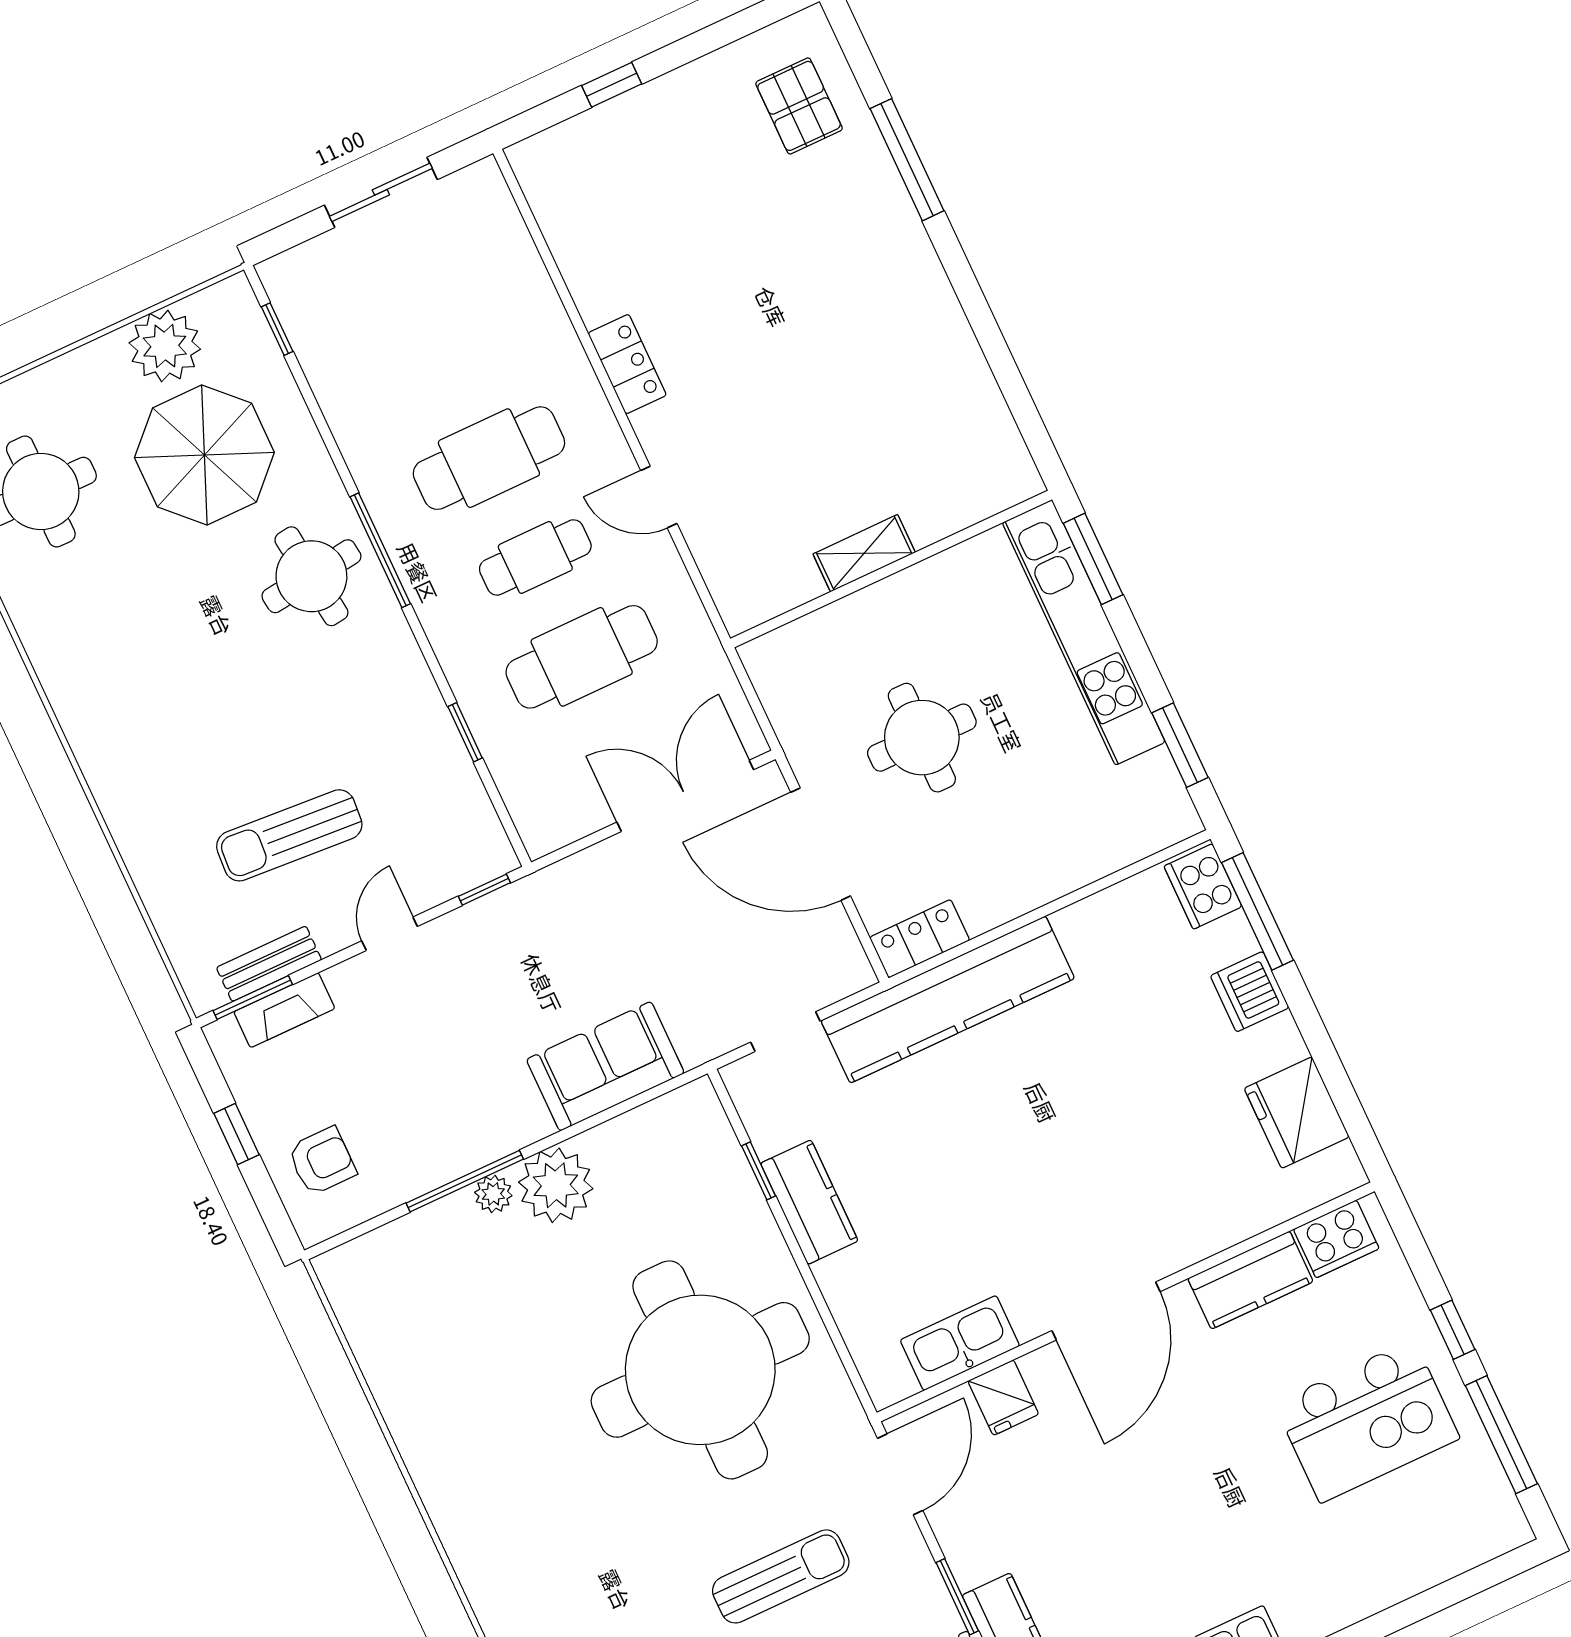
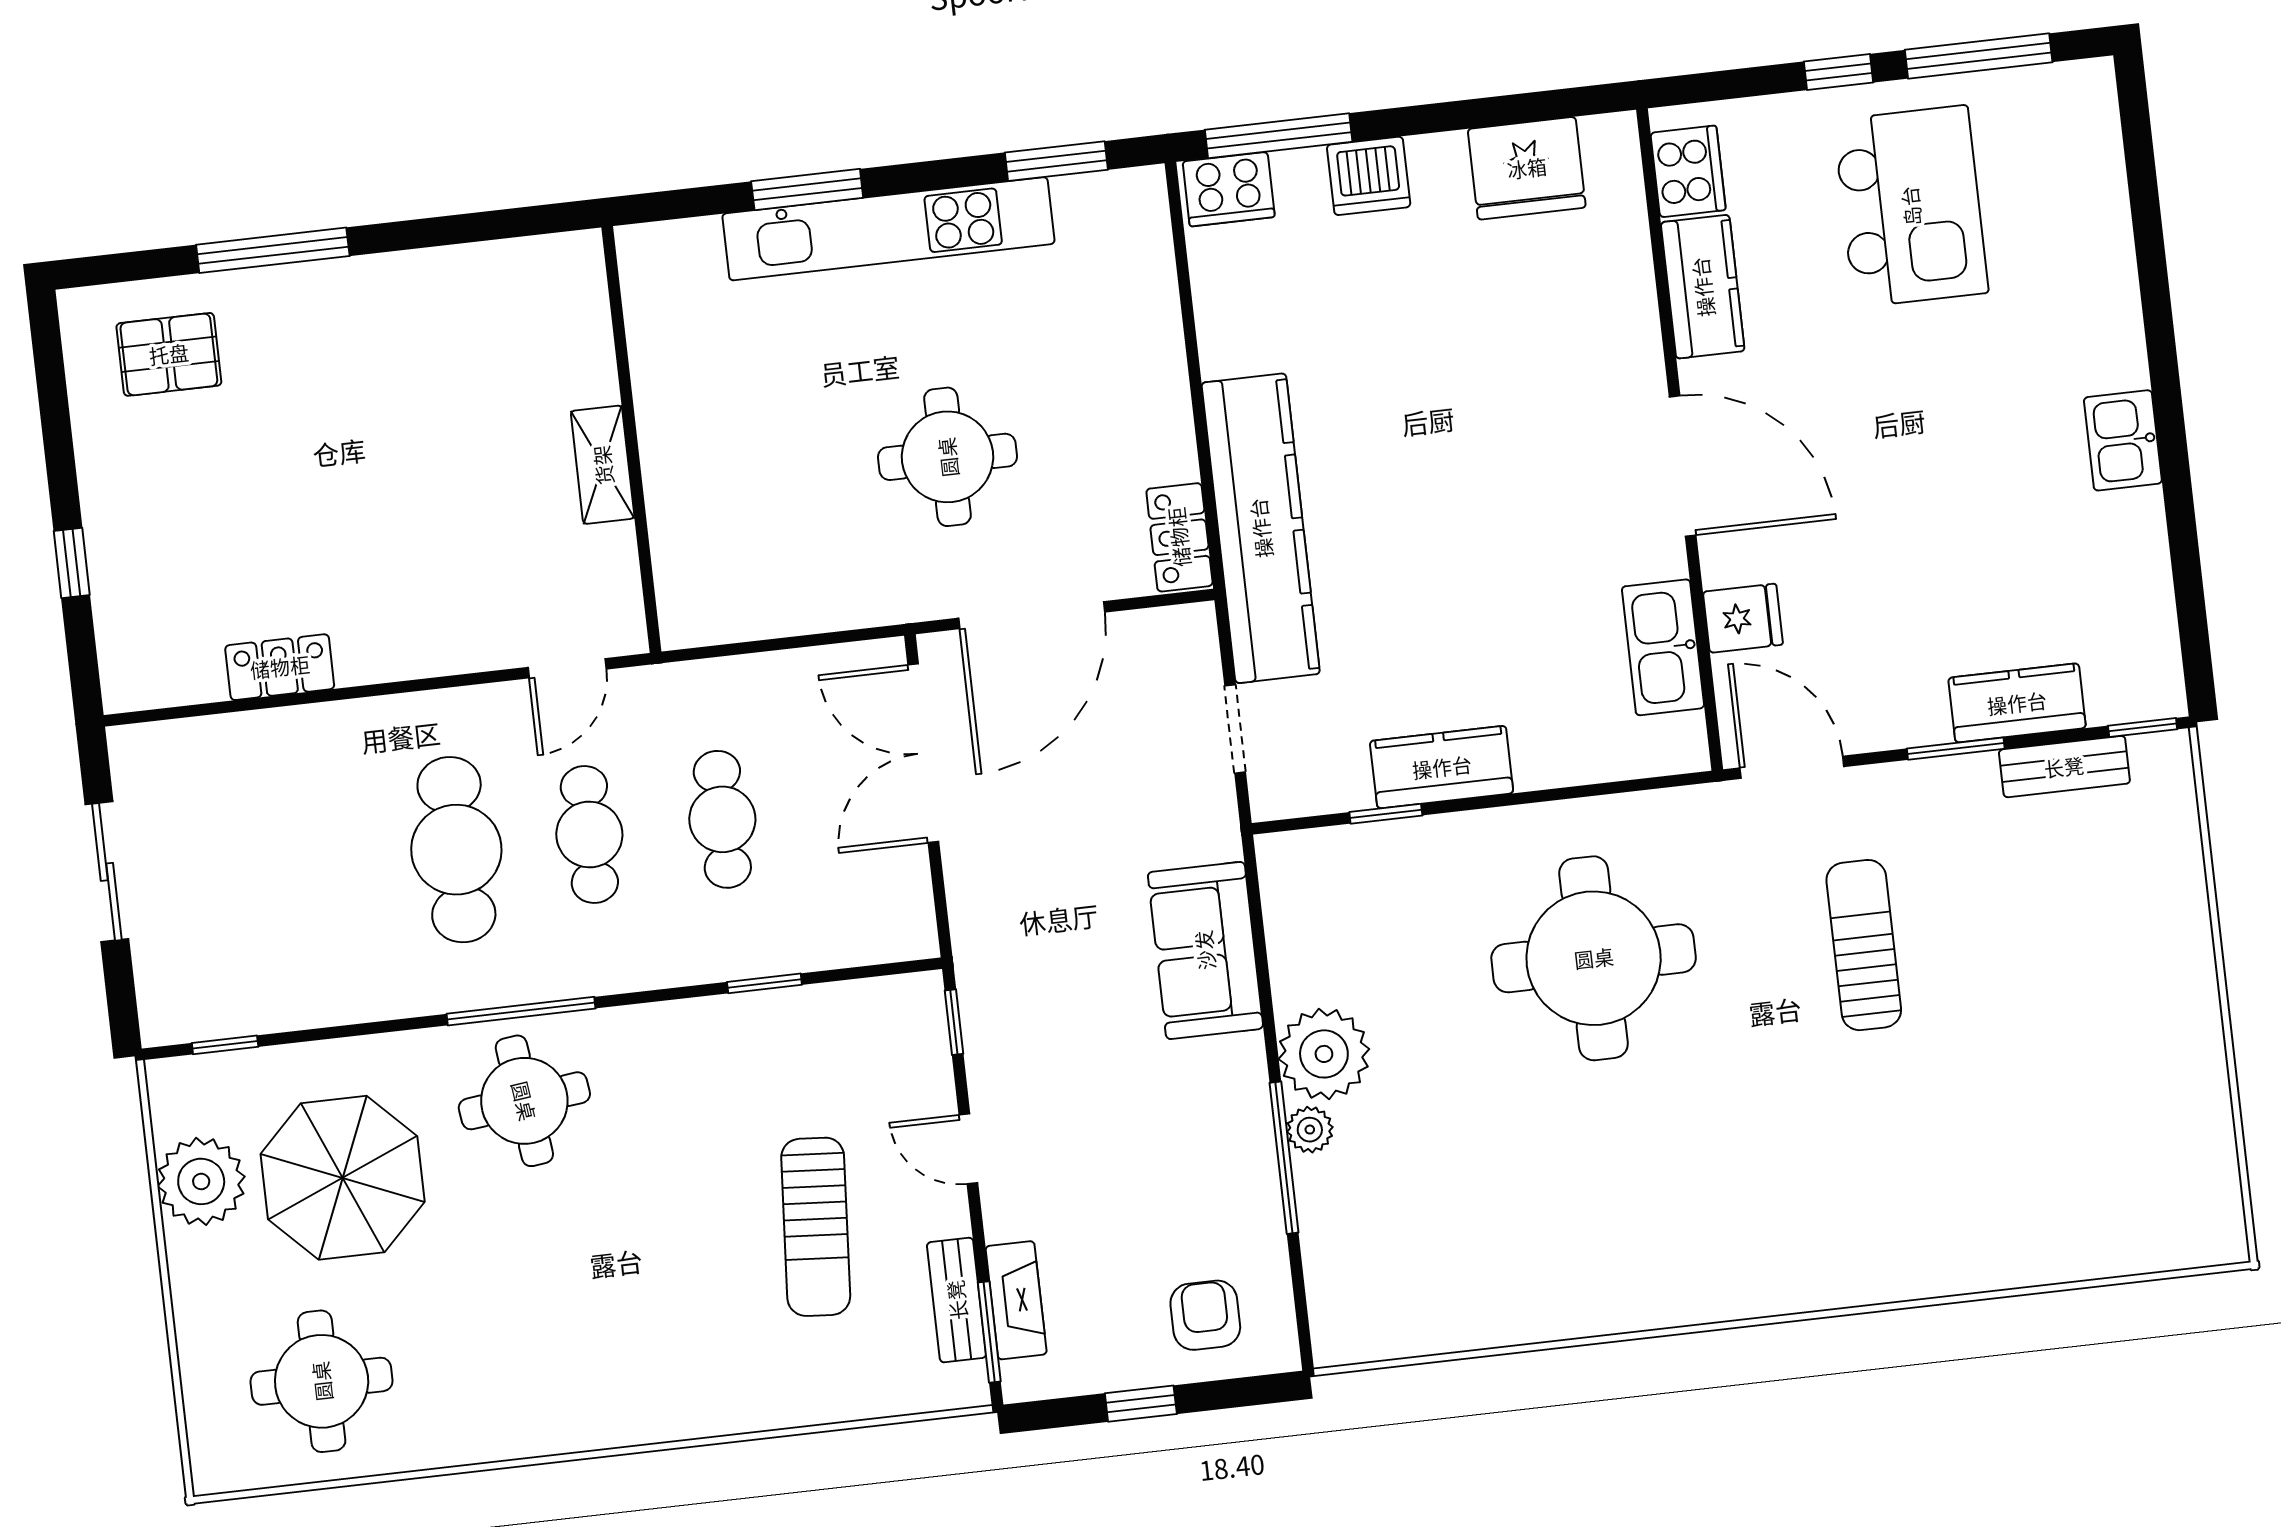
locker: (627, 364) -> (280, 667), moved
shelving: (864, 553) -> (603, 465), moved
wall: (891, 569) -> (631, 440), moved
cafe table: (582, 657) -> (722, 819), width x0.73, depth x0.74
round table: (700, 1370) -> (1594, 958), width x0.73, depth x0.73

